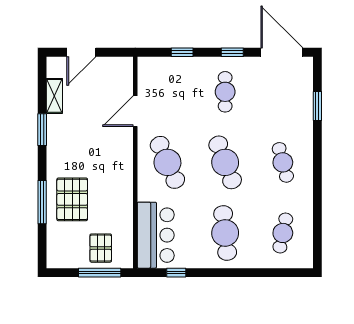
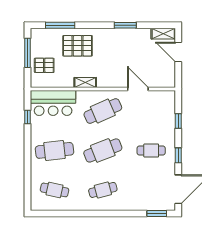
shelving: (54, 96) -> (163, 34), moved
window: (317, 106) -> (157, 214), moved
shelving: (126, 188) -> (85, 82), added
window: (42, 202) -> (60, 25), moved
window: (100, 273) -> (27, 53), moved

